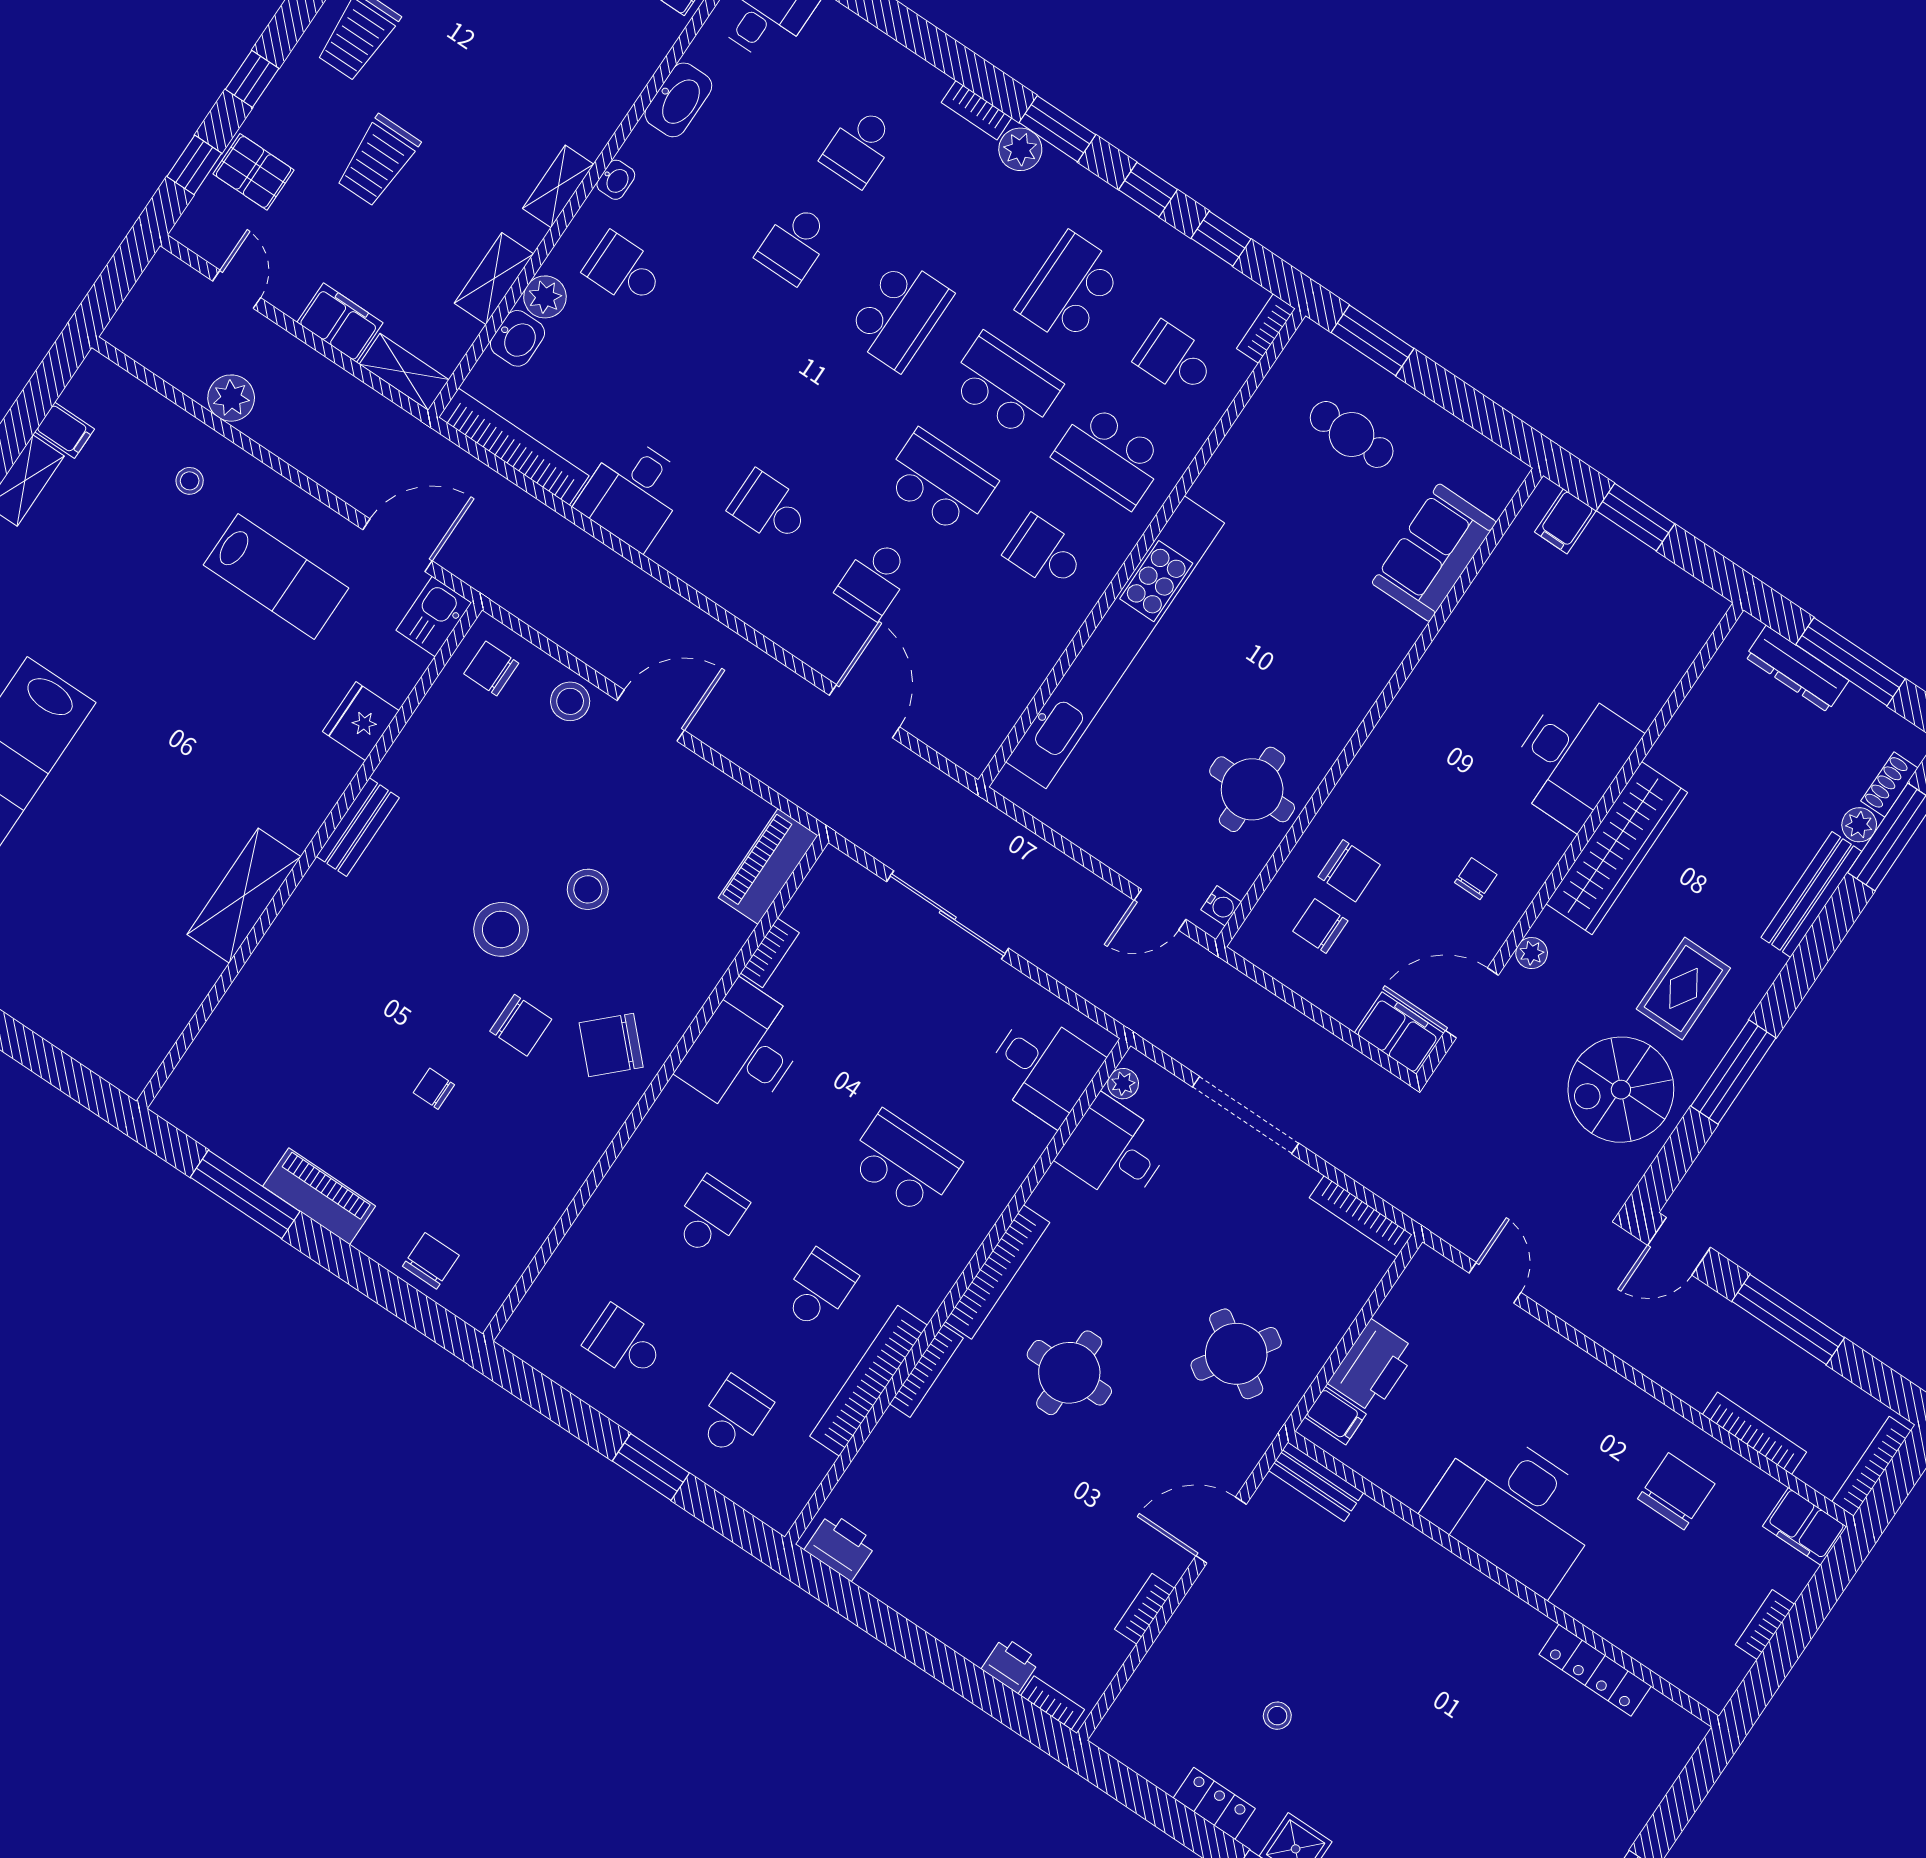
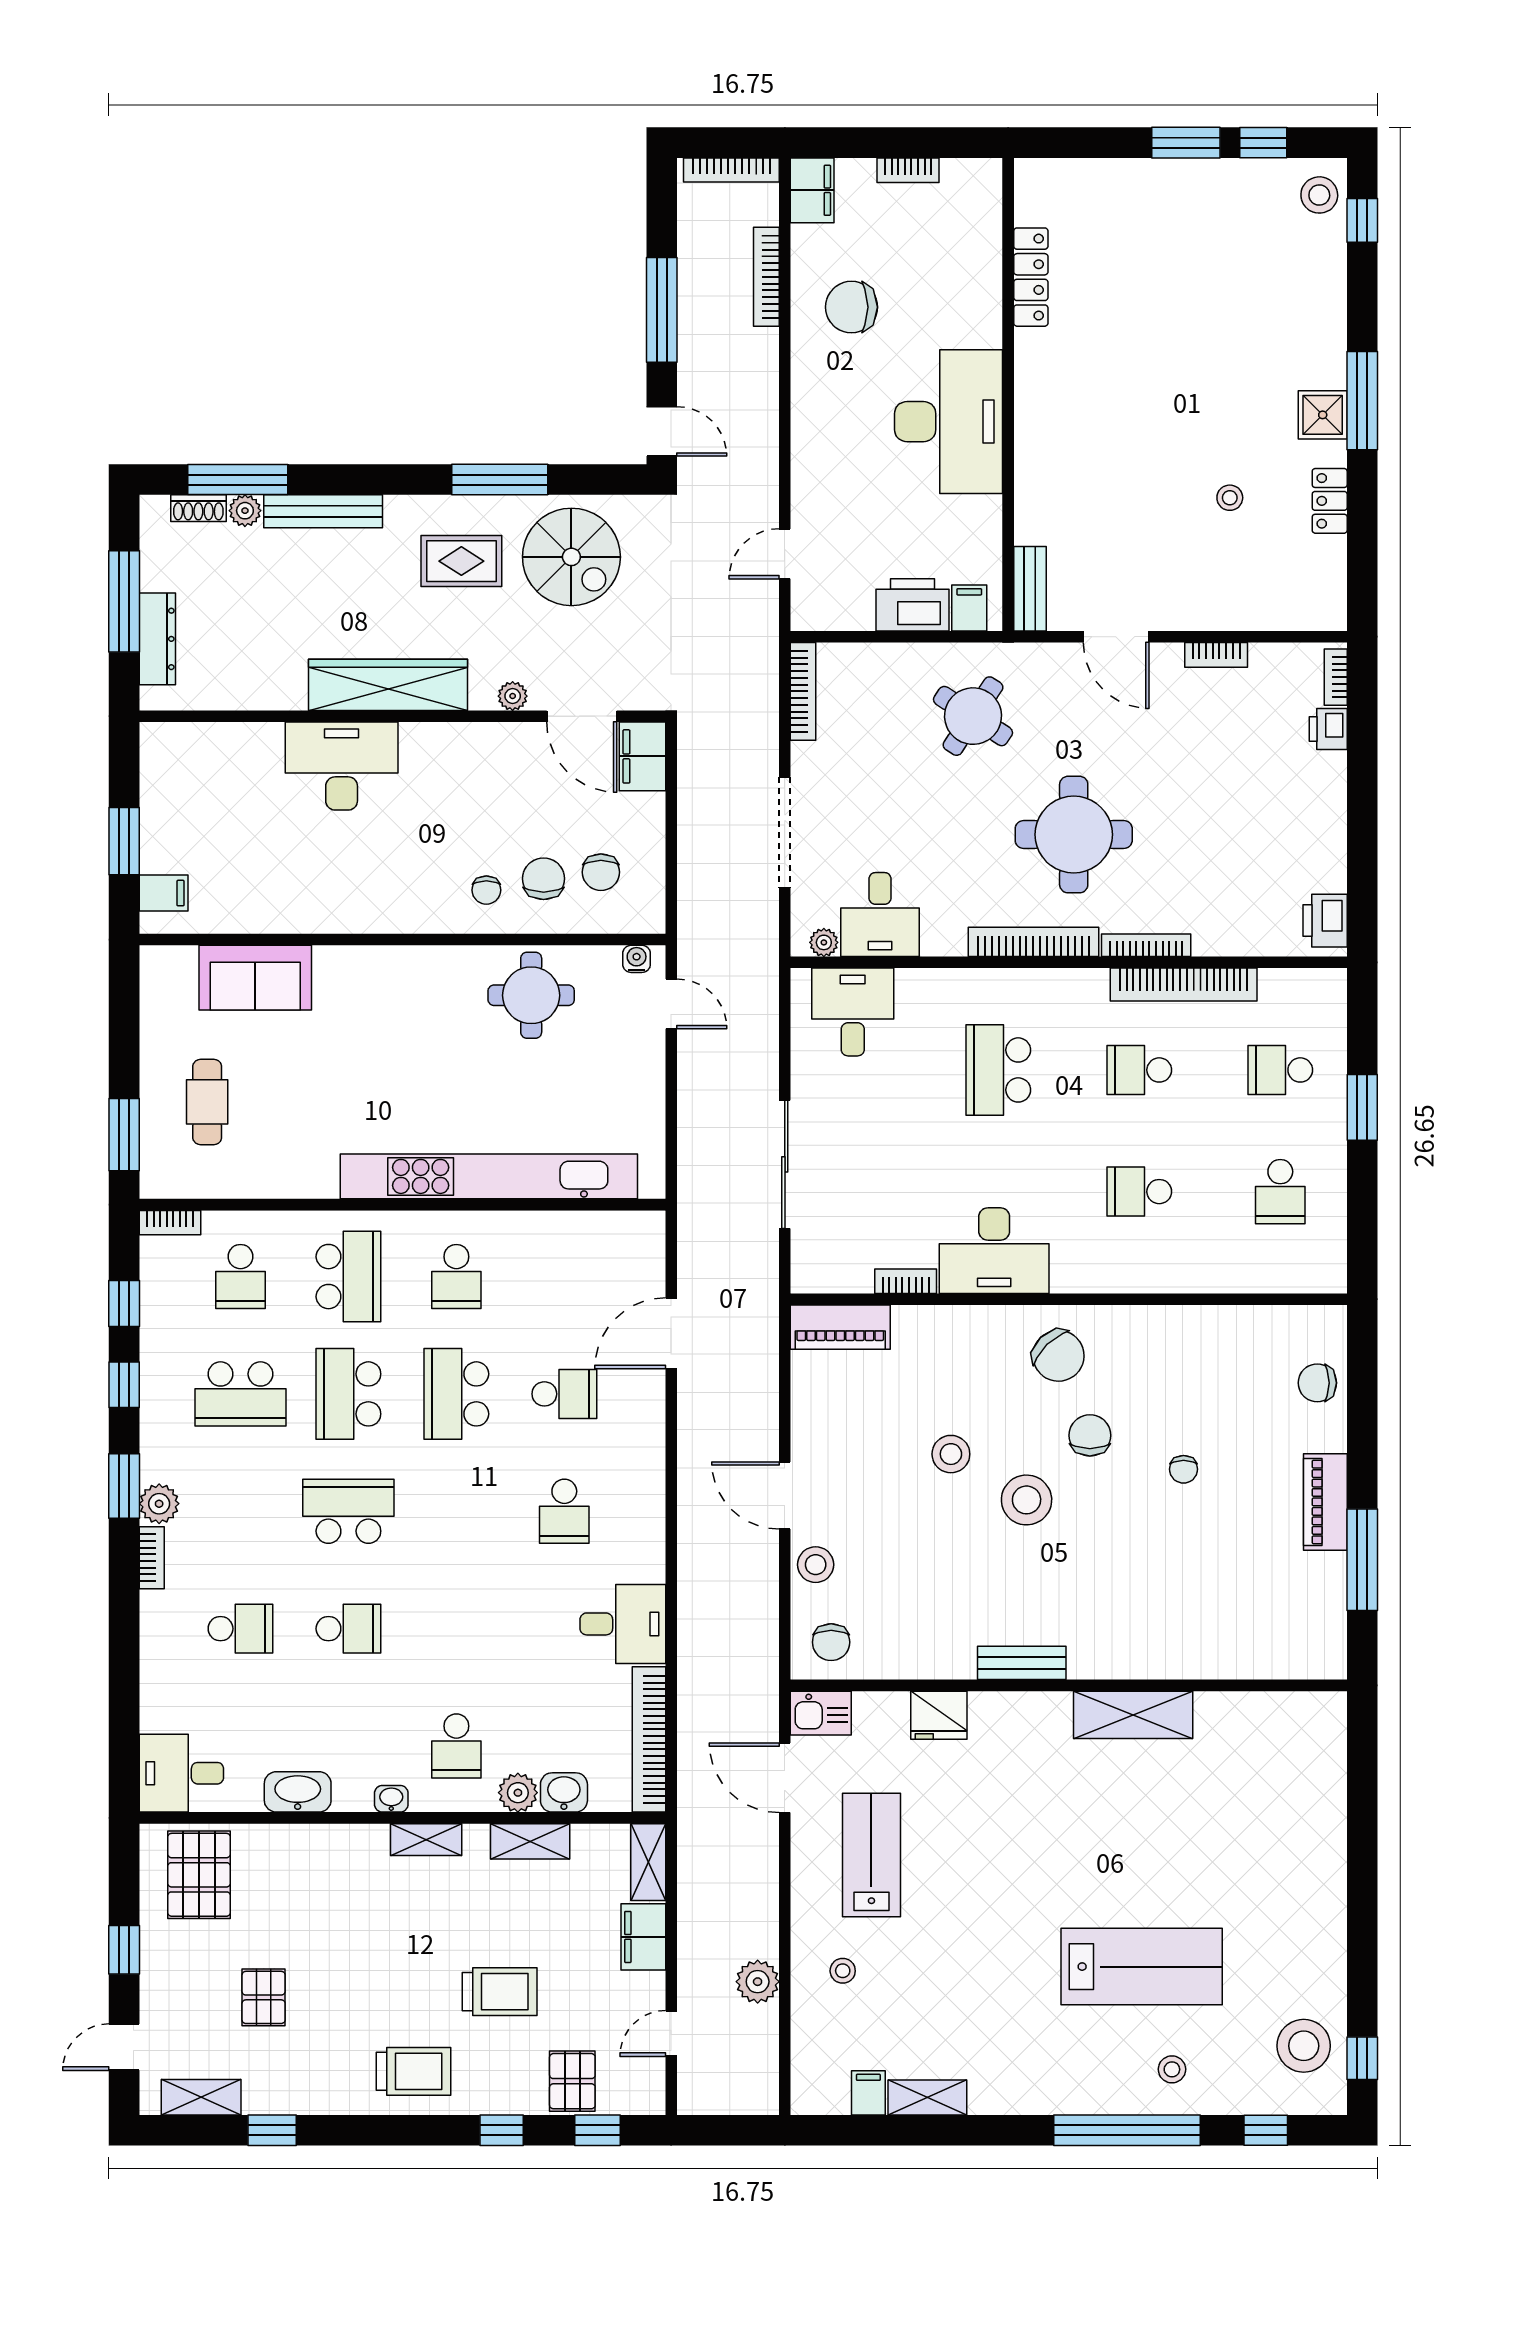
chair: (1476, 879) -> (486, 890), moved, turned -90
round table: (1069, 1373) -> (1074, 835), width x1.36, depth x1.36

